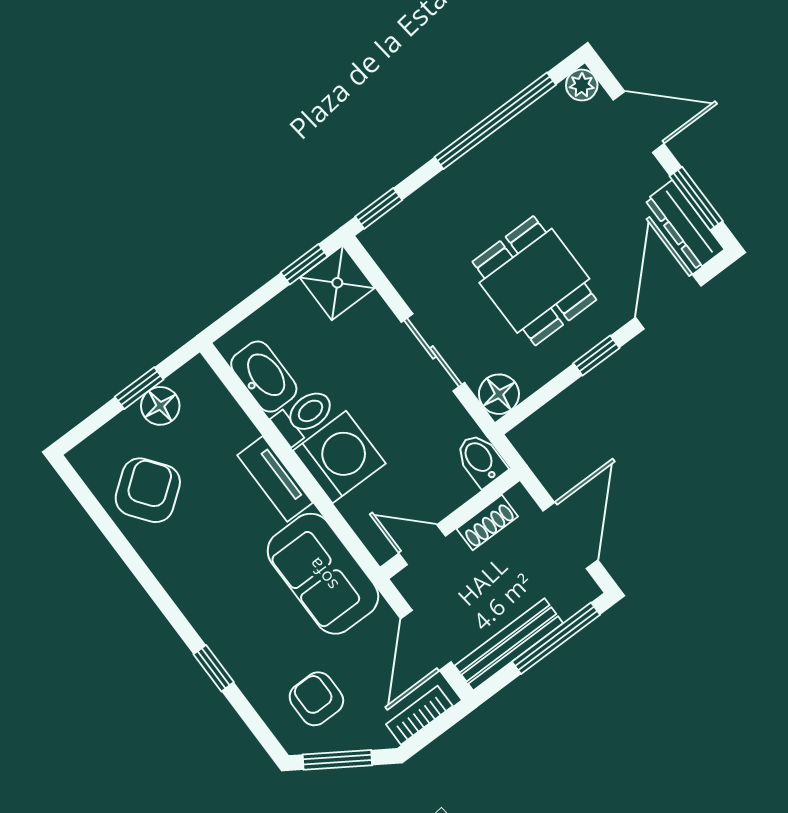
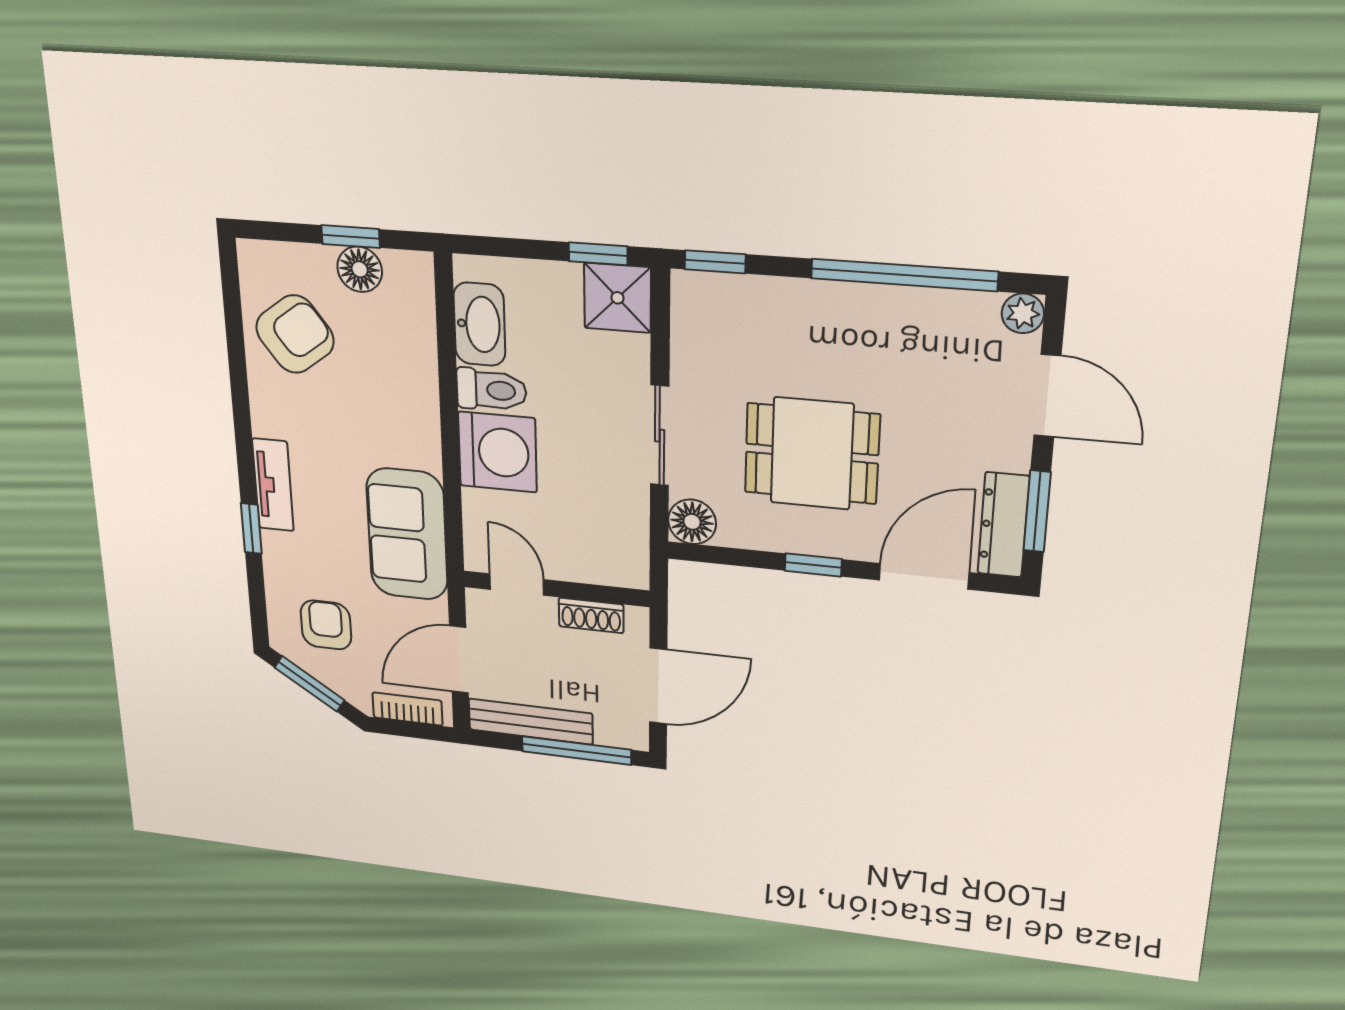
dining table: (534, 281) -> (812, 454), turned 90
bidet: (481, 460) -> (628, 561), removed
tv unit: (275, 479) -> (273, 485), moved, turned 180

